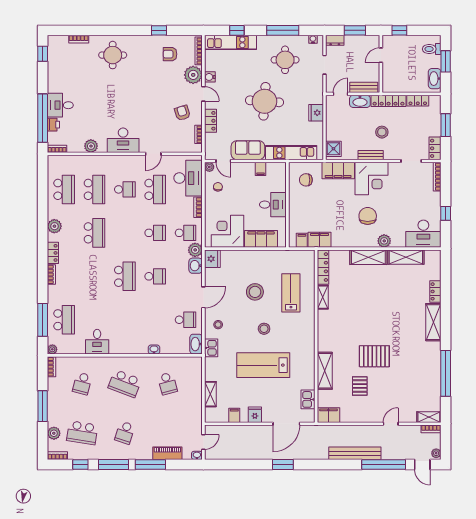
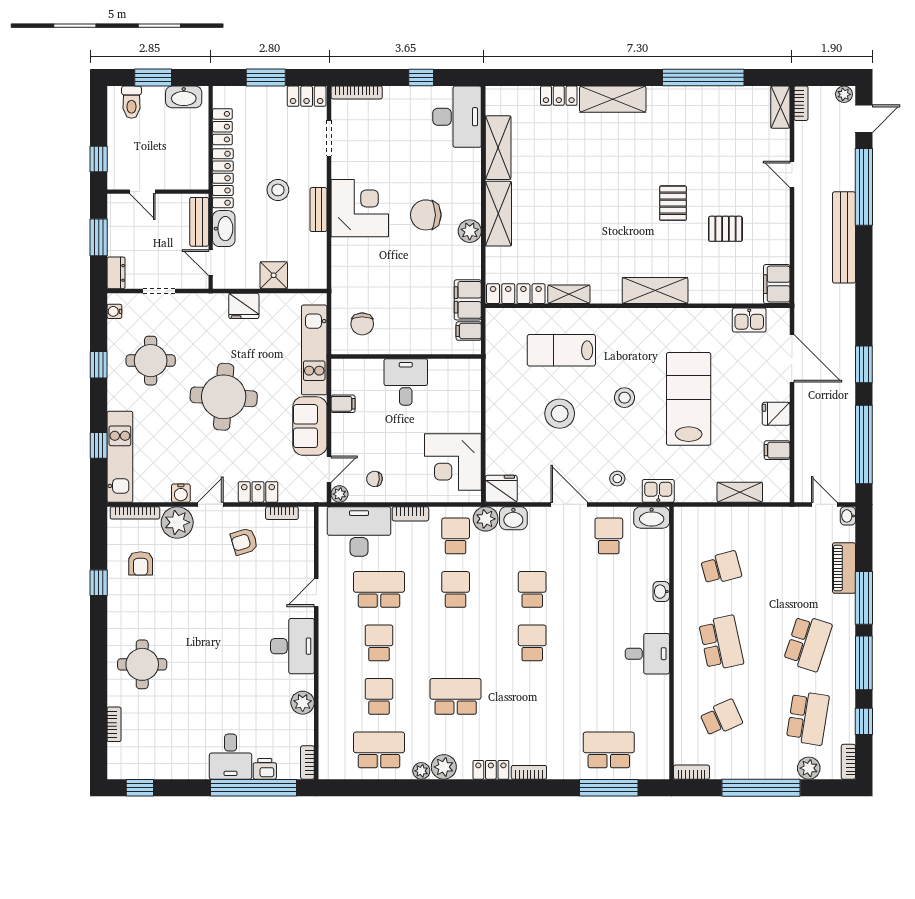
window: (283, 30) -> (99, 365), width x0.46
shower: (333, 149) -> (274, 275), moved
door: (153, 154) -> (316, 593), swing flipped
filing cabinet: (338, 171) -> (346, 267), removed
school desk: (94, 189) -> (379, 696), width x0.54
filing cabinet: (261, 239) -> (466, 403), removed
plant: (384, 241) -> (470, 231), moved
school desk: (125, 276) -> (532, 643), width x0.54
desk: (97, 342) -> (647, 654), moved
plant: (52, 349) -> (421, 771), moved
pallet: (374, 356) -> (673, 203), width x0.67, depth x0.71
lab bench: (263, 365) -> (689, 399), turned 180
shelving: (325, 371) -> (655, 291), moved
school desk: (82, 384) -> (721, 718), turned -39
school desk: (125, 384) -> (721, 643), turned -33
window: (43, 406) -> (761, 788), width x1.46
school desk: (125, 433) -> (808, 643), width x1.85
window: (237, 464) -> (864, 444), added

